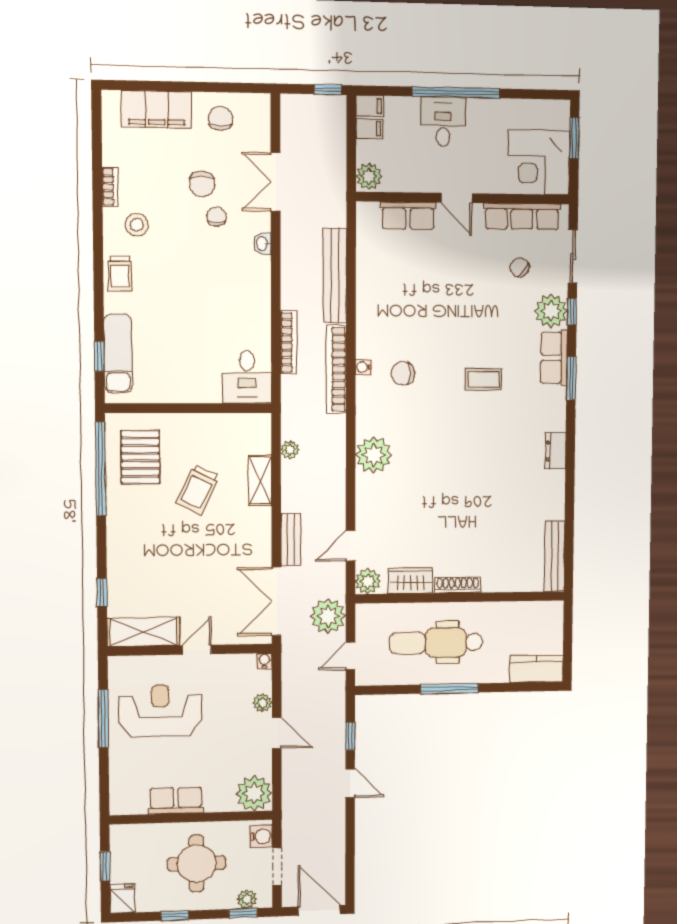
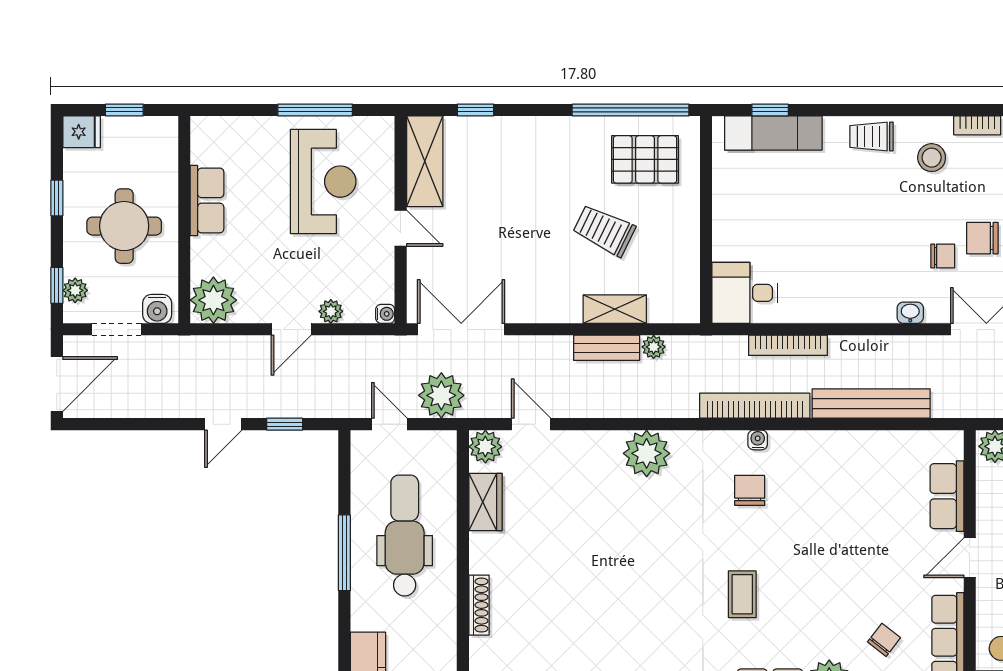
bench: (291, 539) -> (607, 348), moved
shoe rack: (458, 585) -> (479, 605), moved

